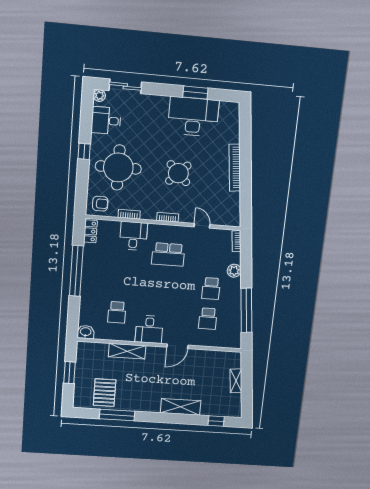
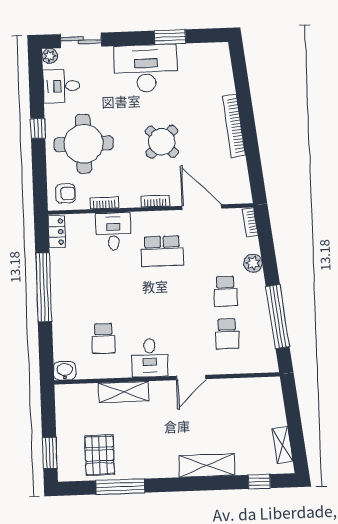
desk: (193, 117) -> (146, 68), moved
door: (202, 226) -> (202, 207), width x1.87
window: (70, 373) -> (50, 453), moved
shelving: (236, 381) -> (282, 445), moved

